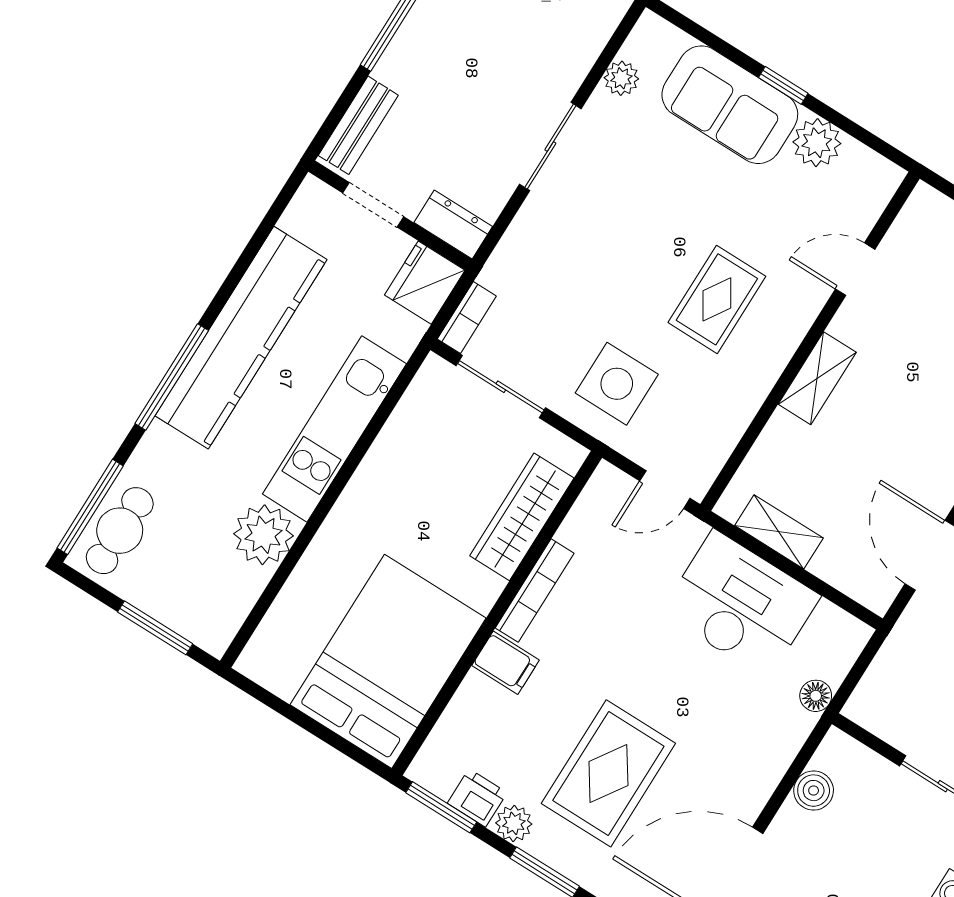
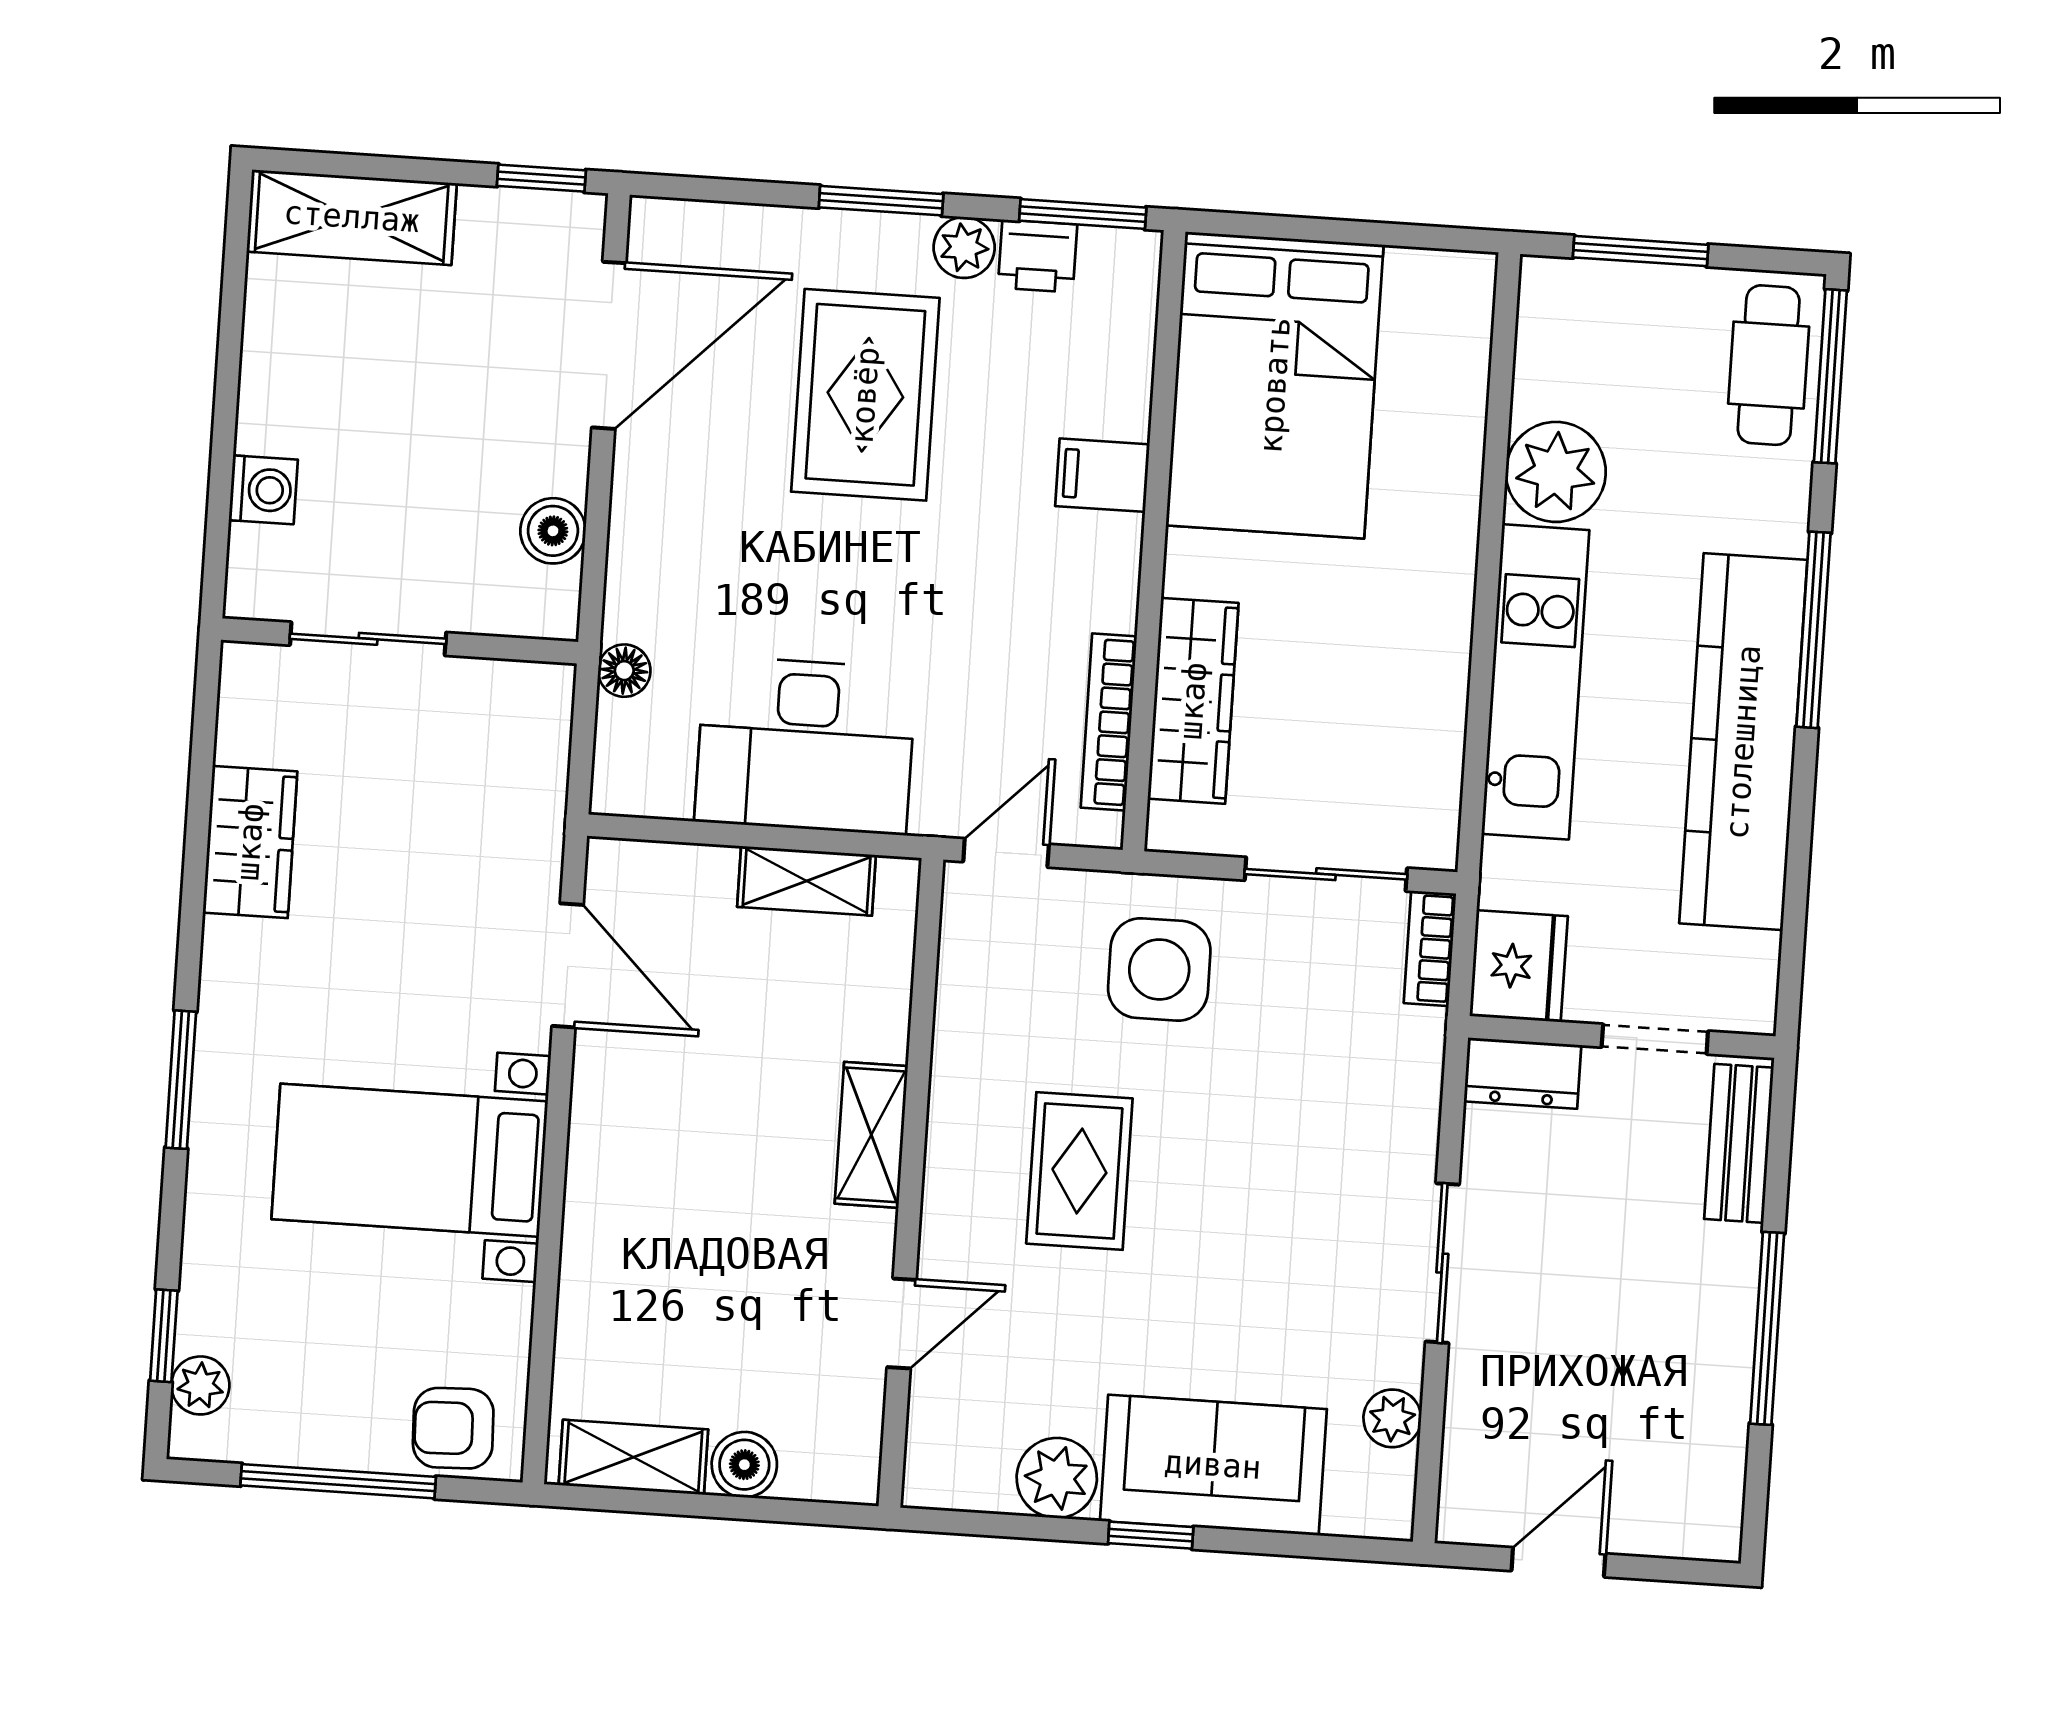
bookcase: (535, 591) -> (1109, 722), moved

